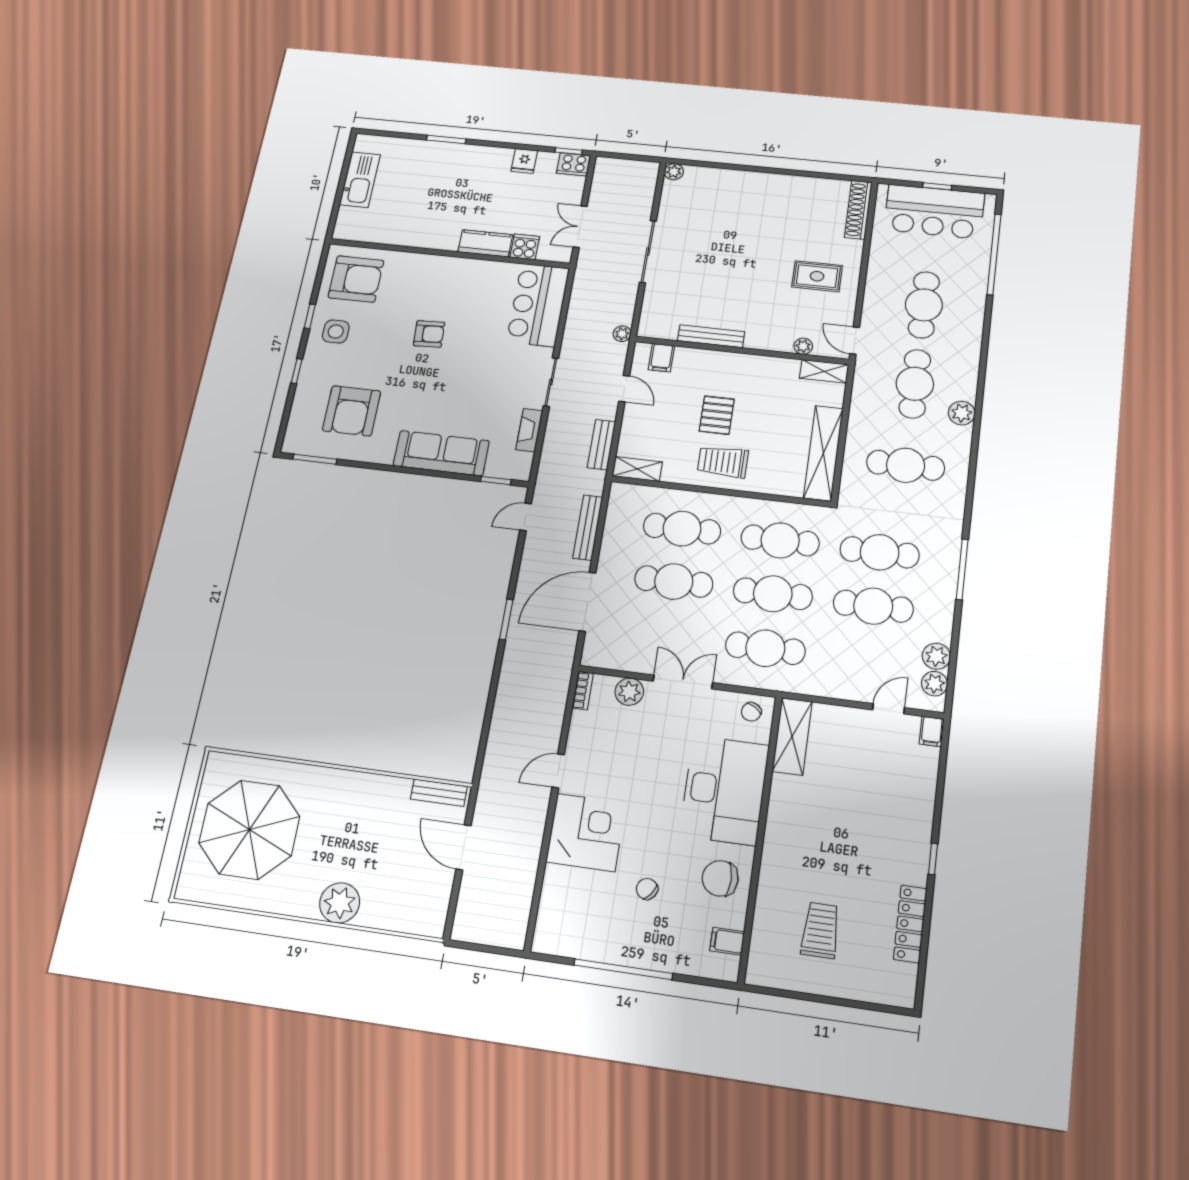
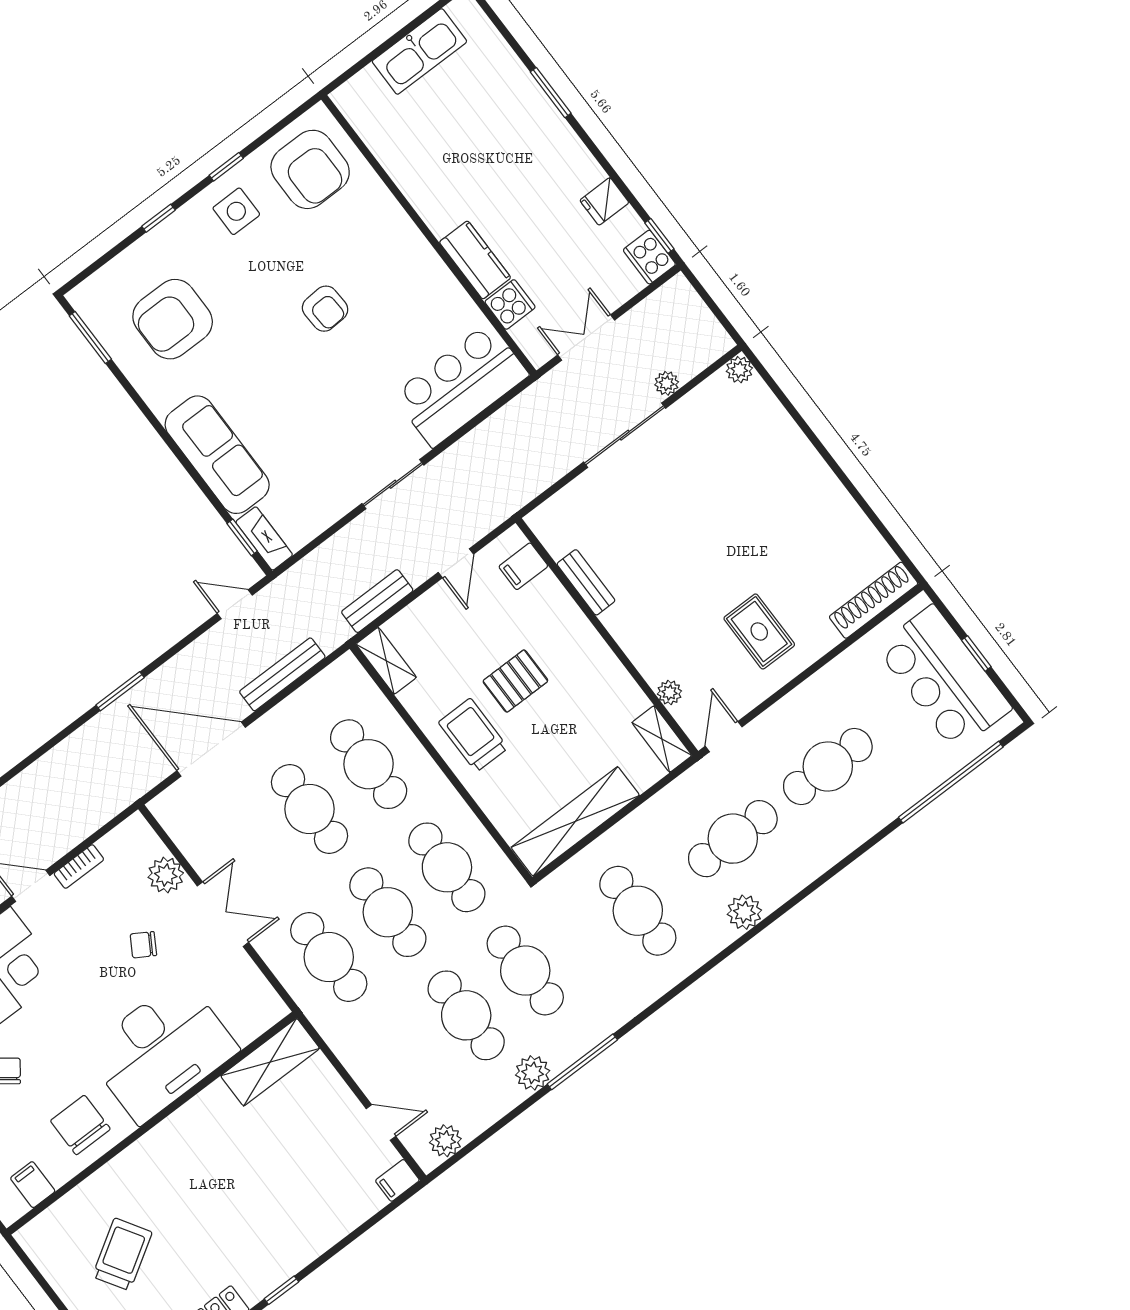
plant: (622, 334) -> (667, 383), moved
bench: (711, 336) -> (586, 582), width x0.73
fireplace: (529, 430) -> (264, 538), moved, turned 90
plant: (936, 656) -> (533, 1073), moved
bookcase: (583, 691) -> (79, 867), moved
chair: (751, 712) -> (143, 945), moved
trolley: (820, 930) -> (122, 1254), turned -32

